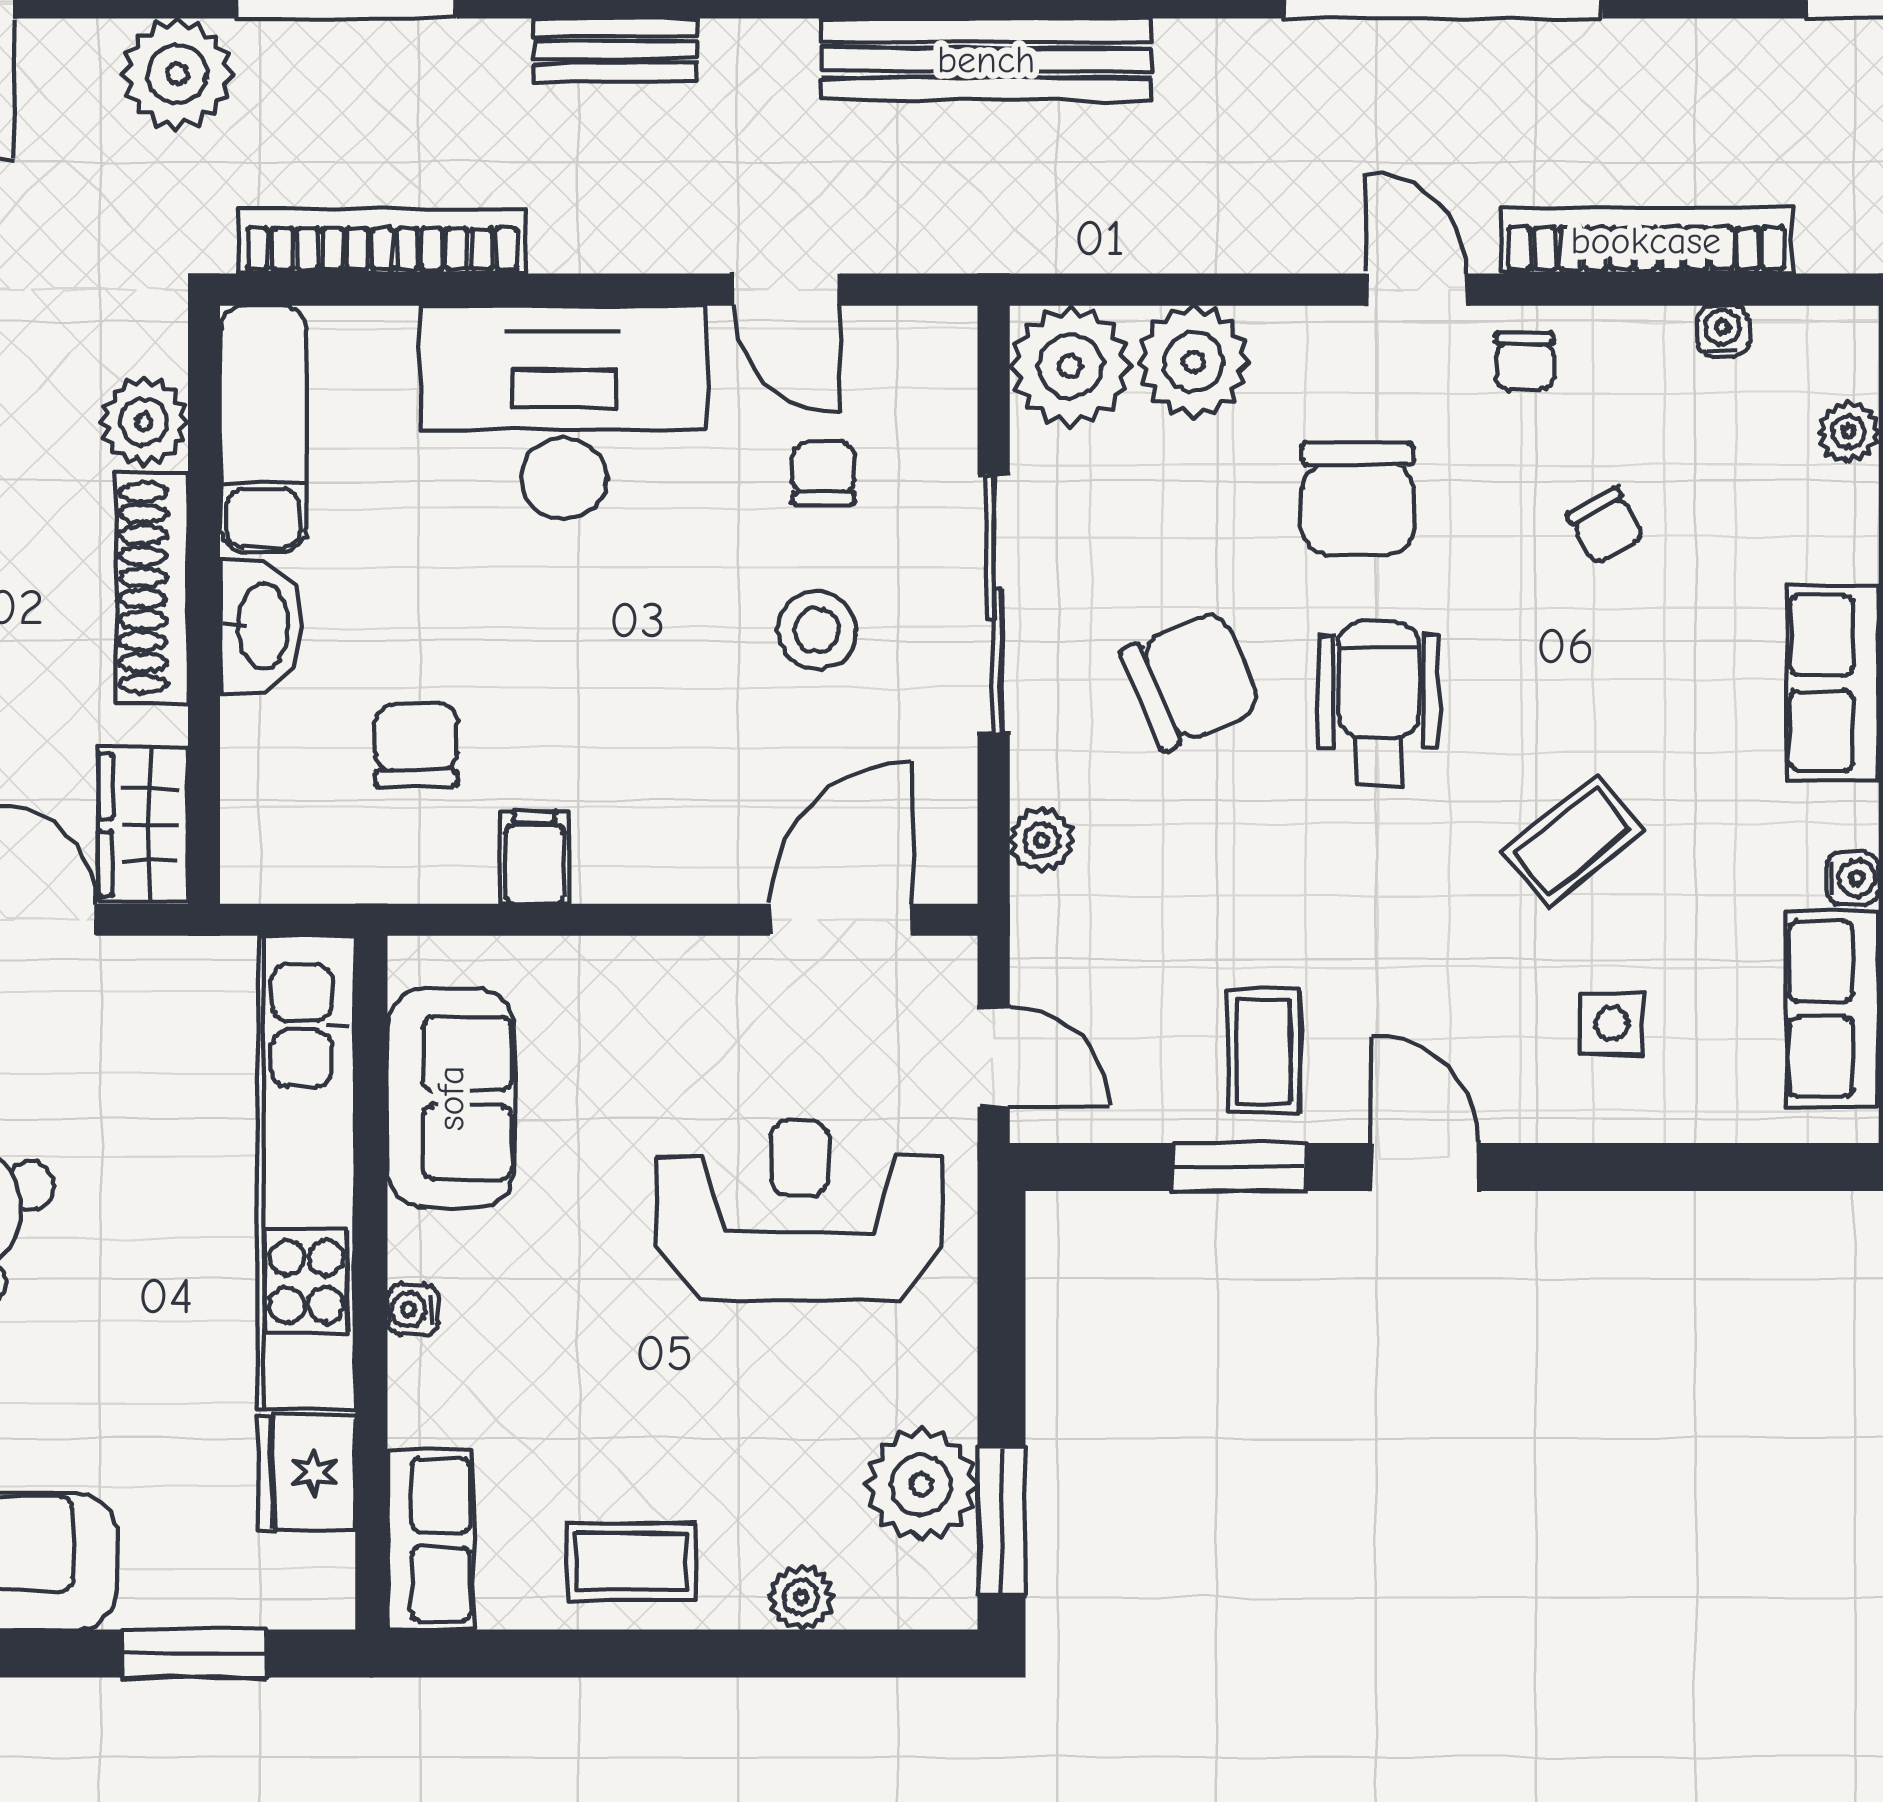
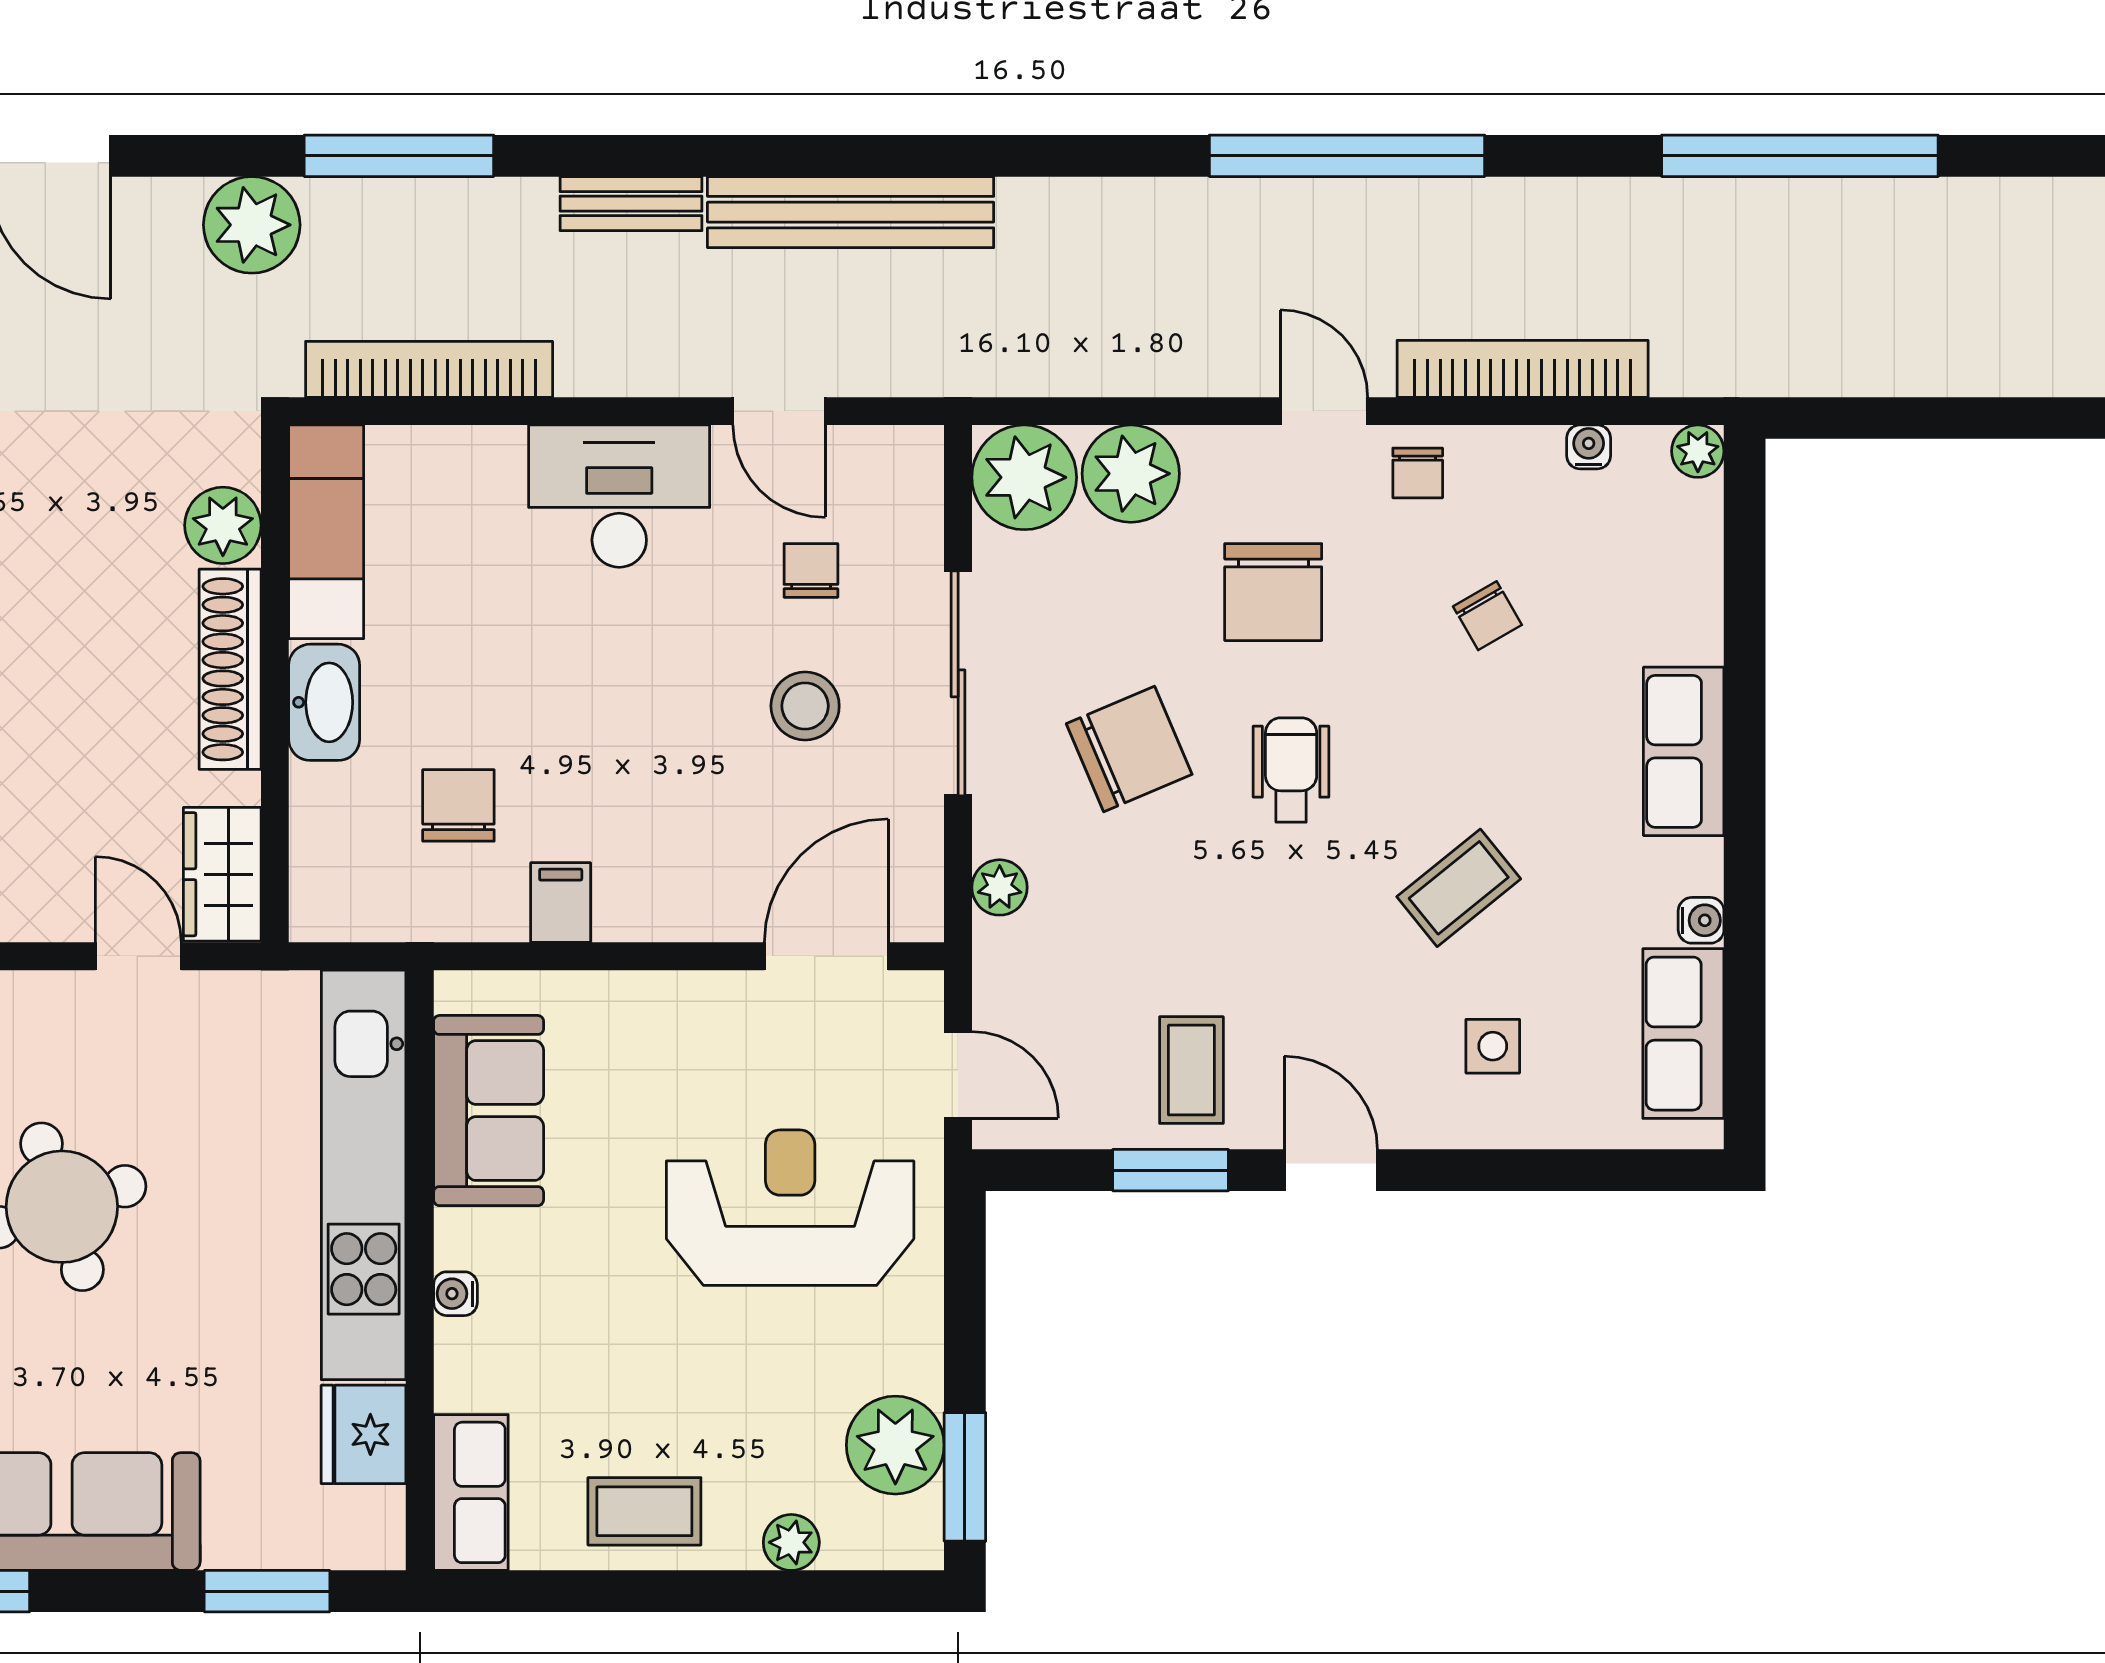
bench: (986, 60) -> (851, 212), moved
desk: (564, 413) -> (619, 496), width x0.73, depth x0.77
plant: (1849, 432) -> (1698, 451), moved
wheelchair: (1379, 704) -> (1291, 770), width x0.73, depth x0.73

